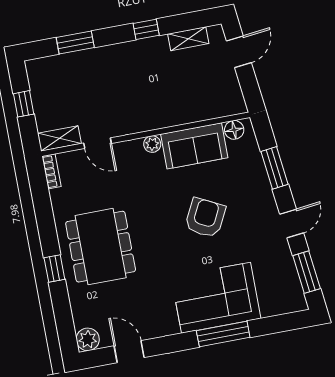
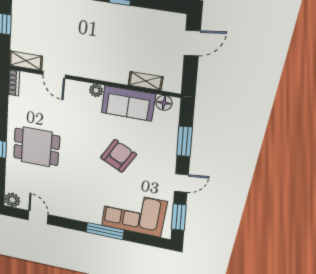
shelving: (188, 39) -> (146, 81), moved
dining table: (101, 247) -> (37, 147), width x0.73
corner sofa: (216, 298) -> (134, 214), moved

